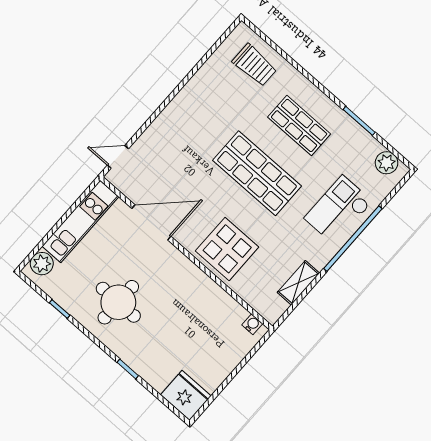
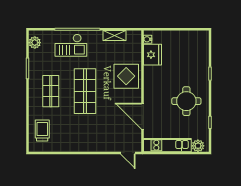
fridge: (186, 395) -> (152, 55), moved, turned 180

